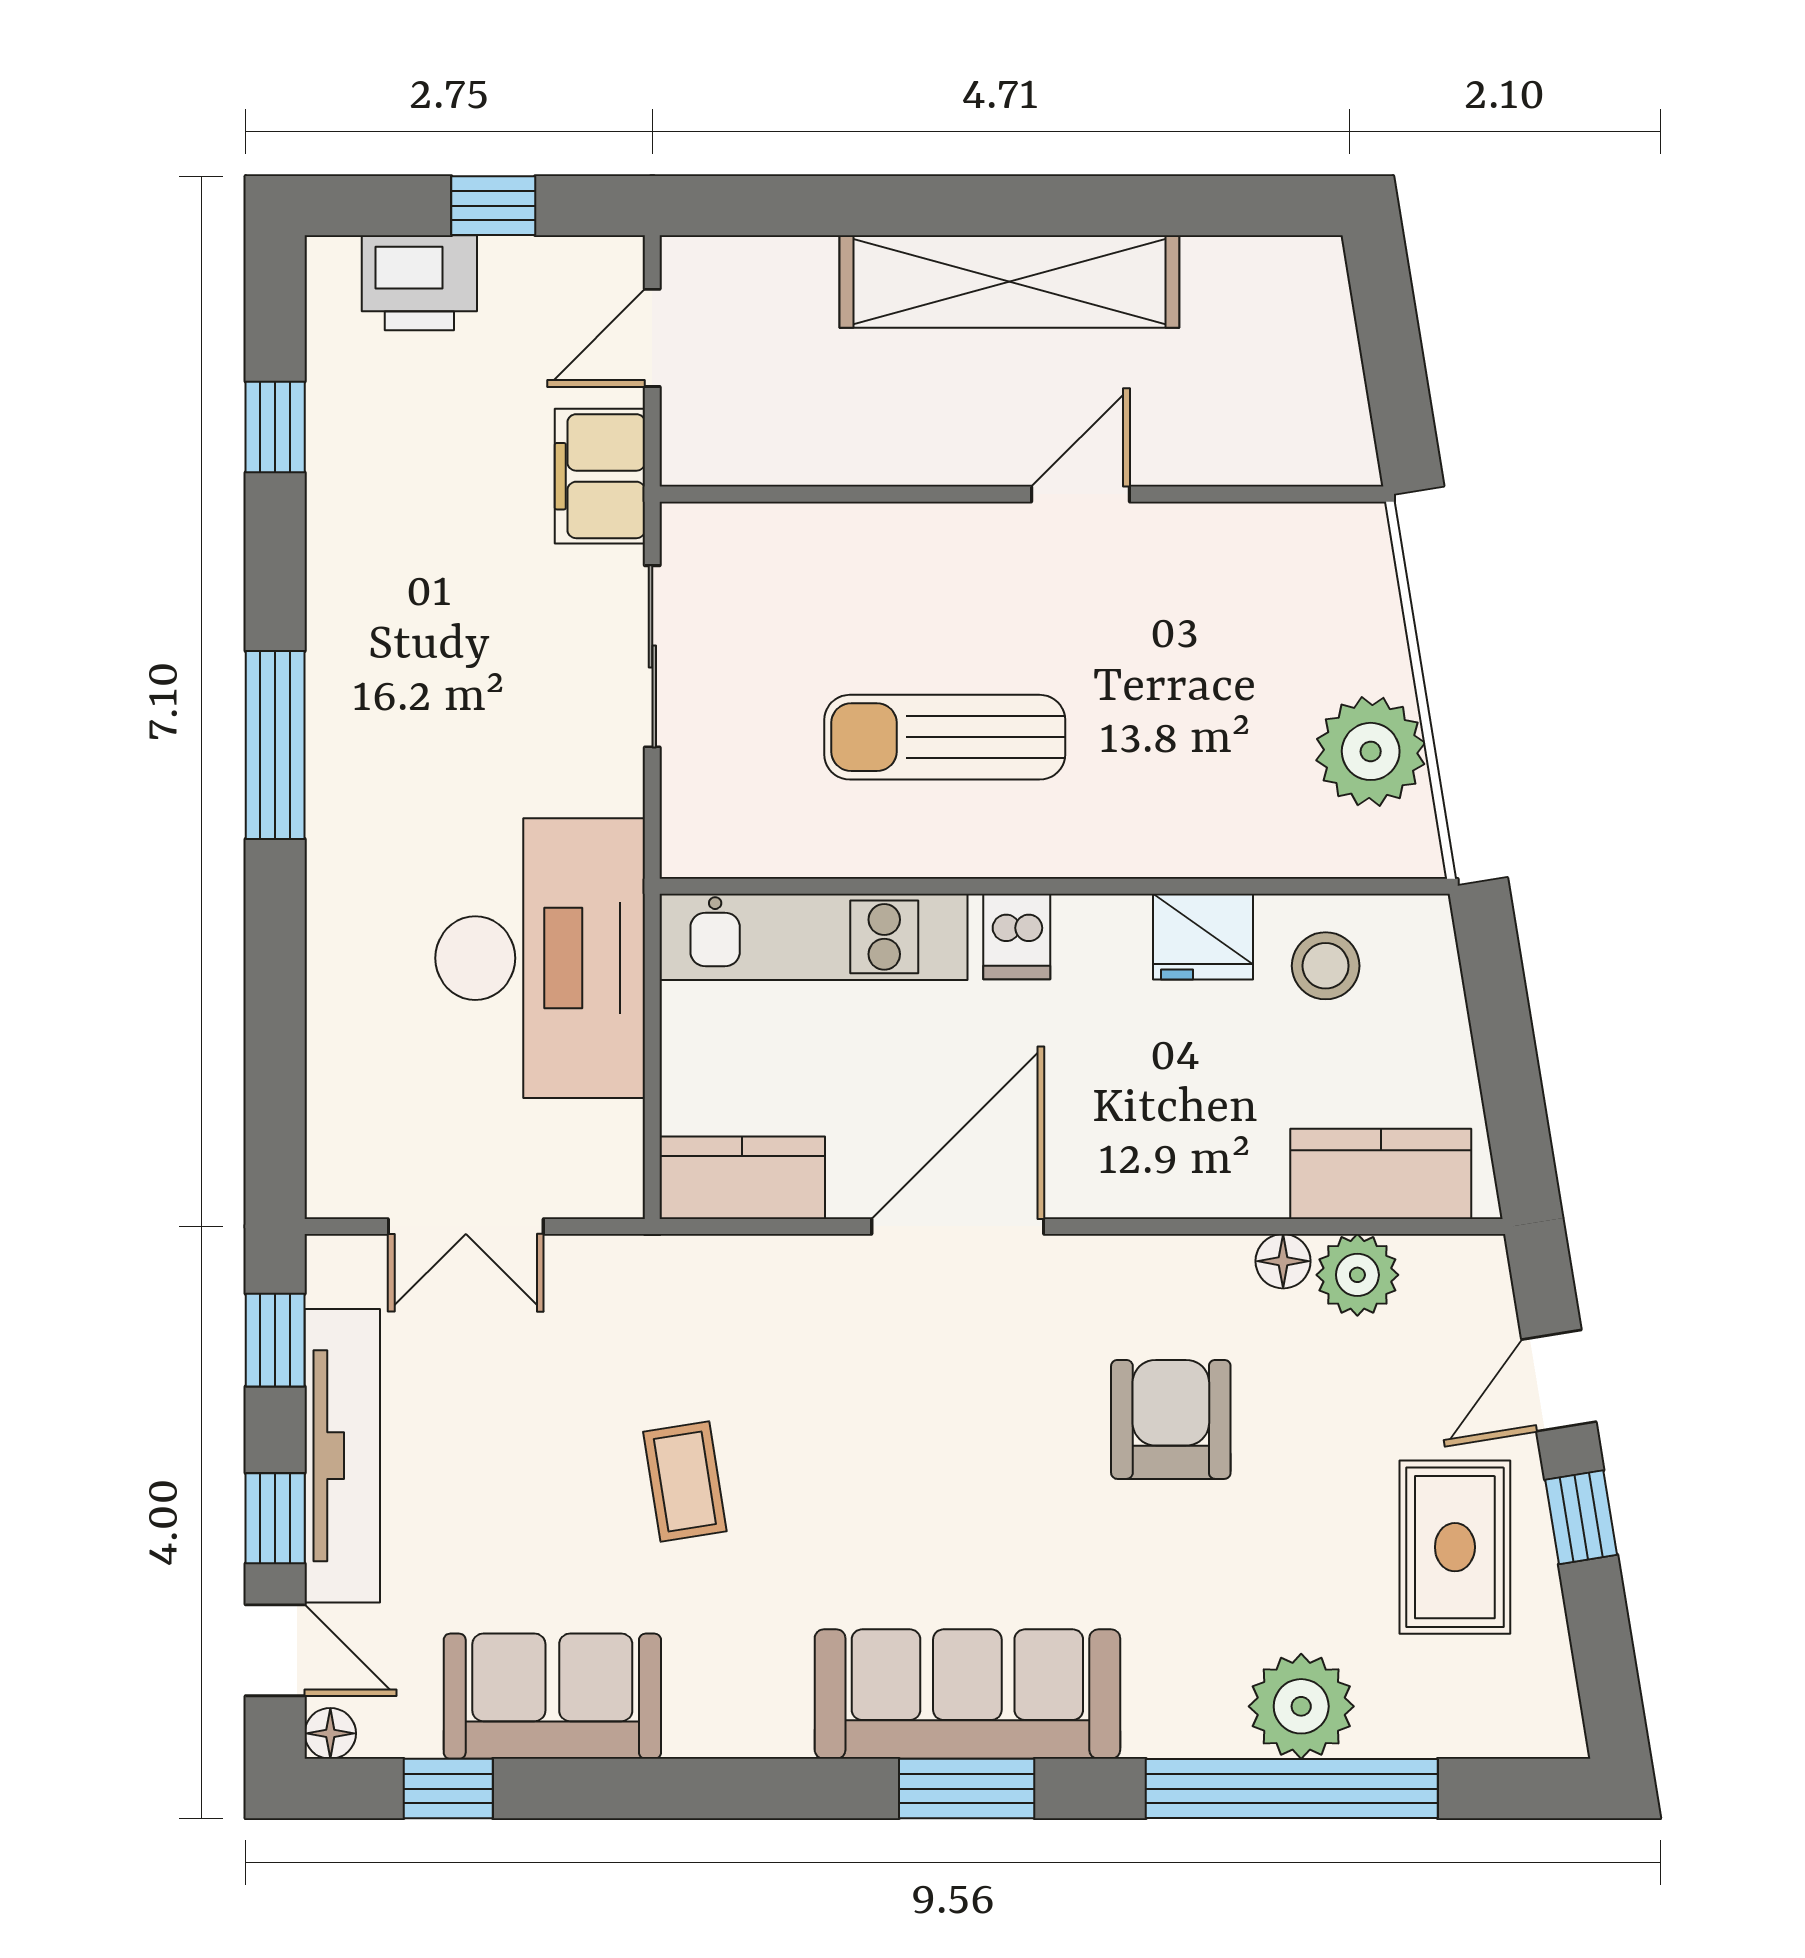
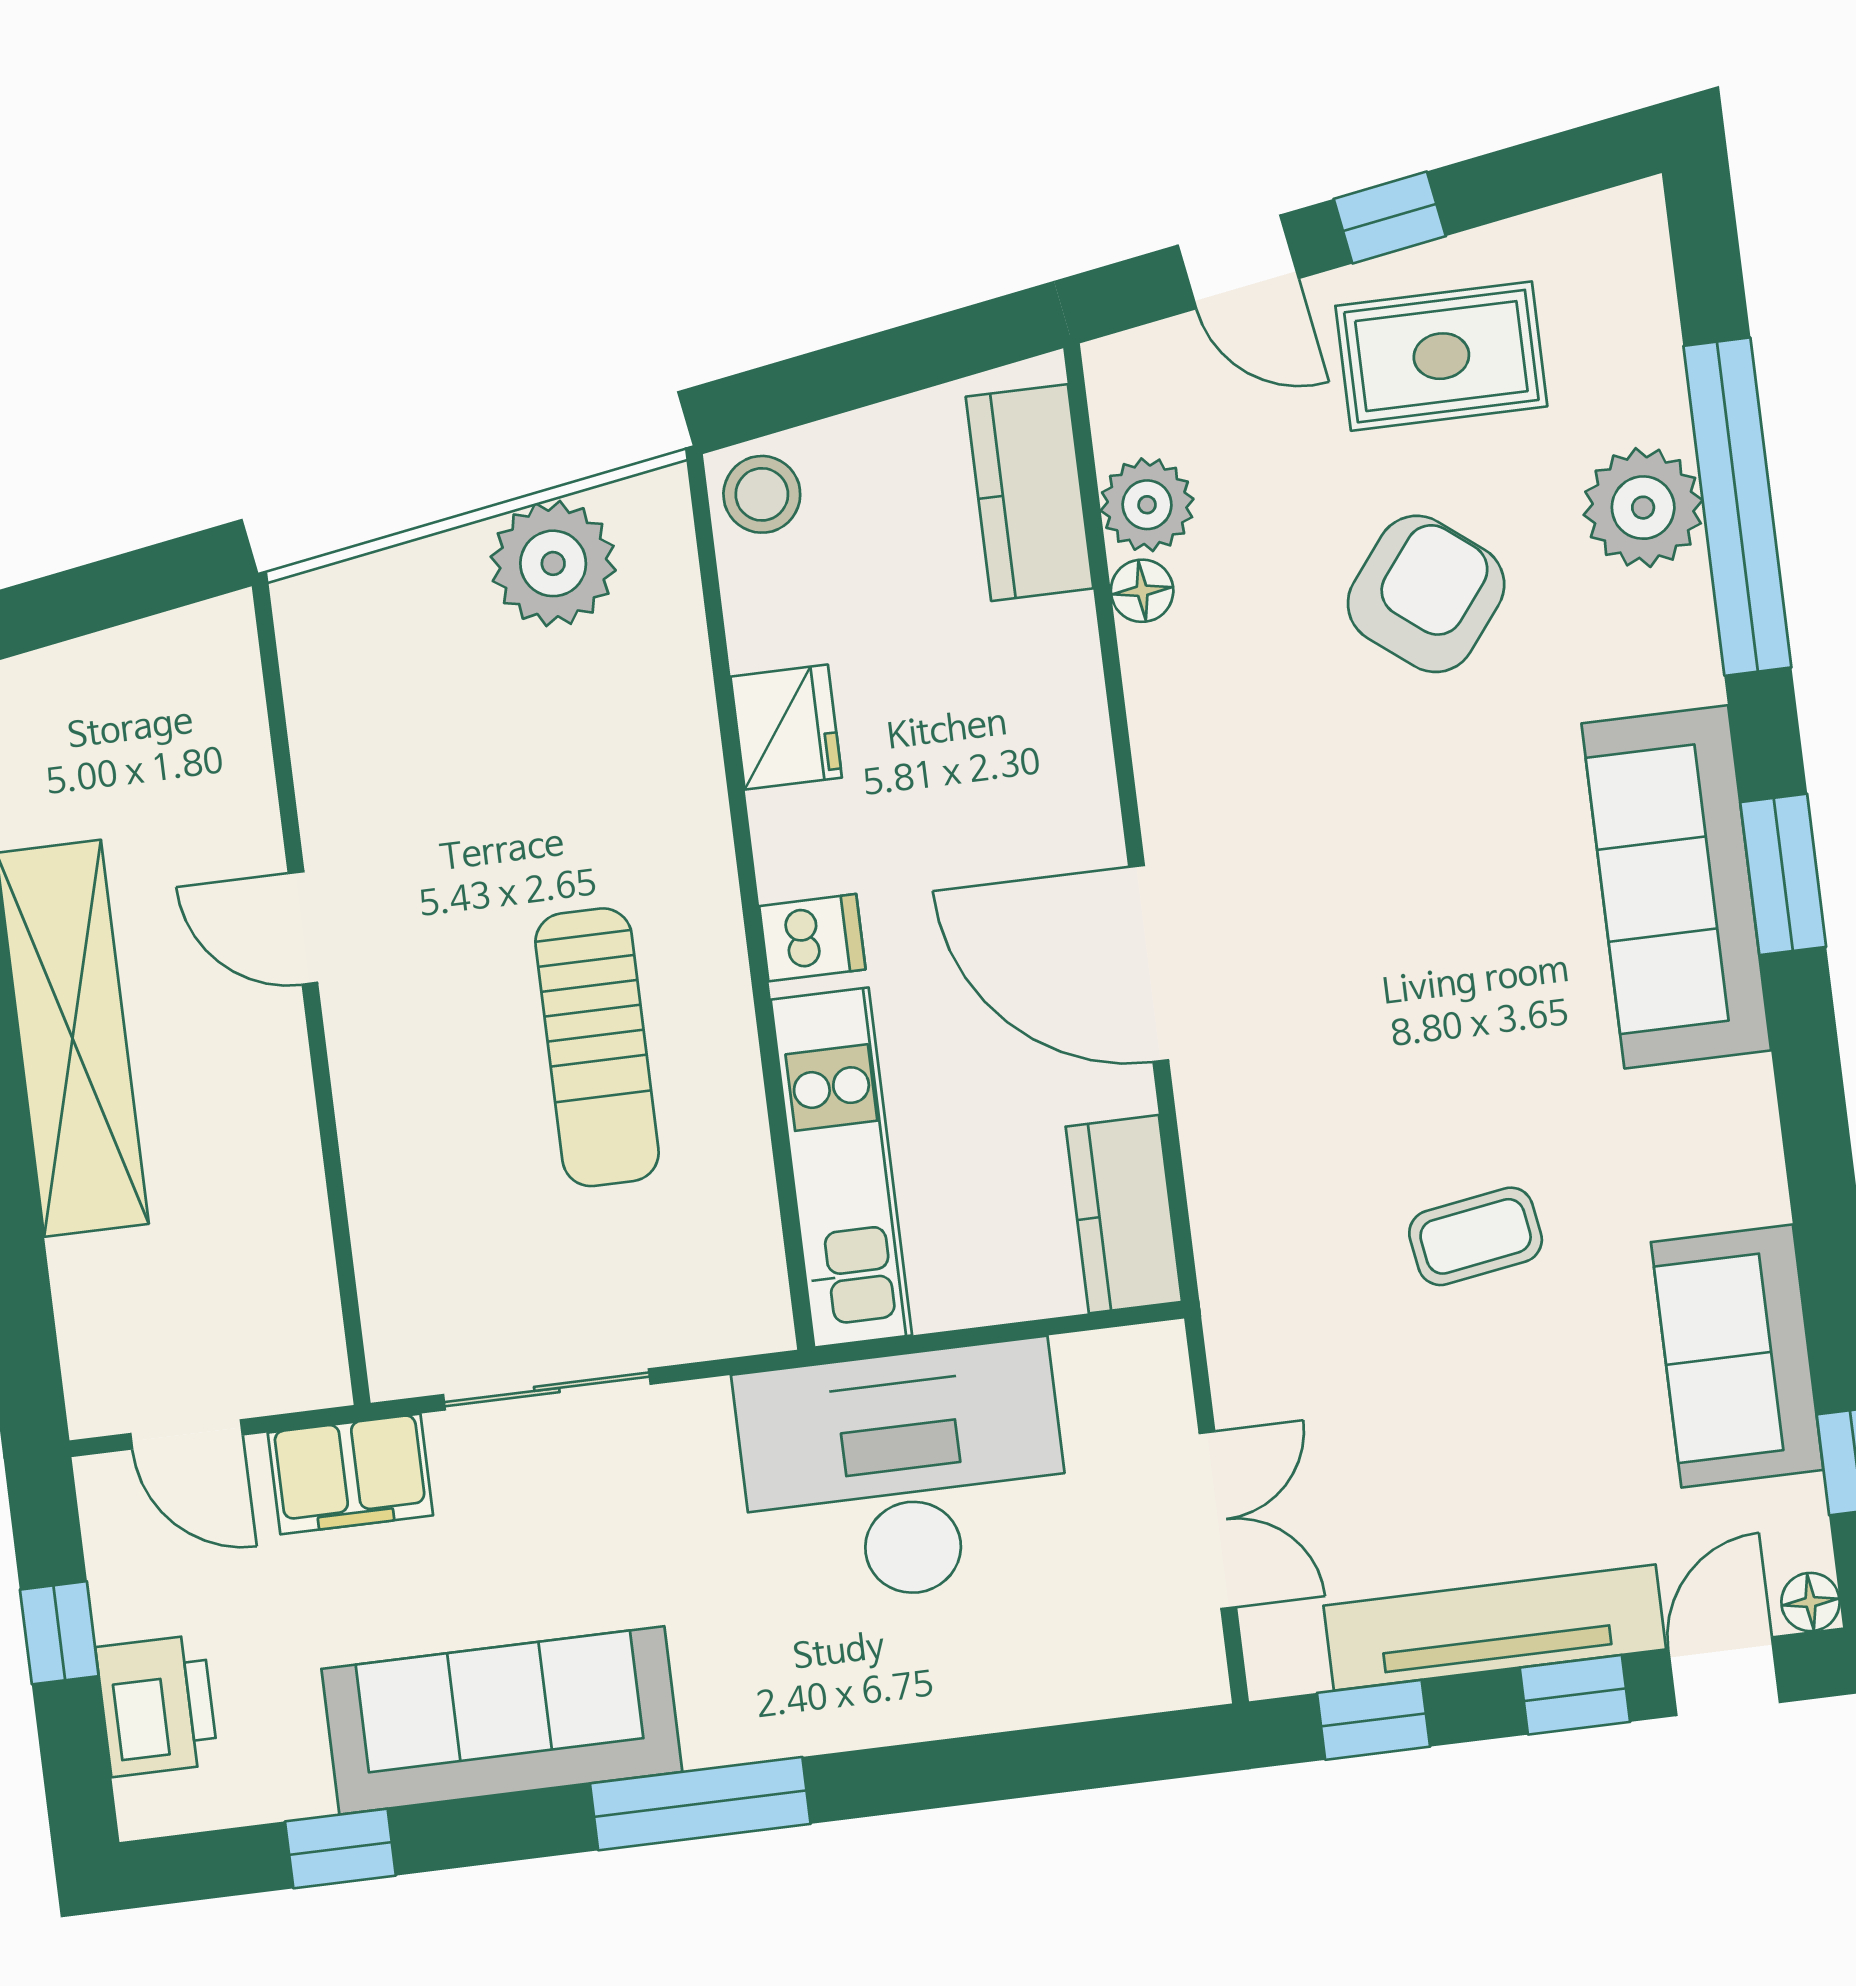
sofa: (369, 581) -> (502, 1720), added
stool: (1326, 966) -> (762, 494), moved
armchair: (1171, 1419) -> (1426, 594), moved, turned 128

